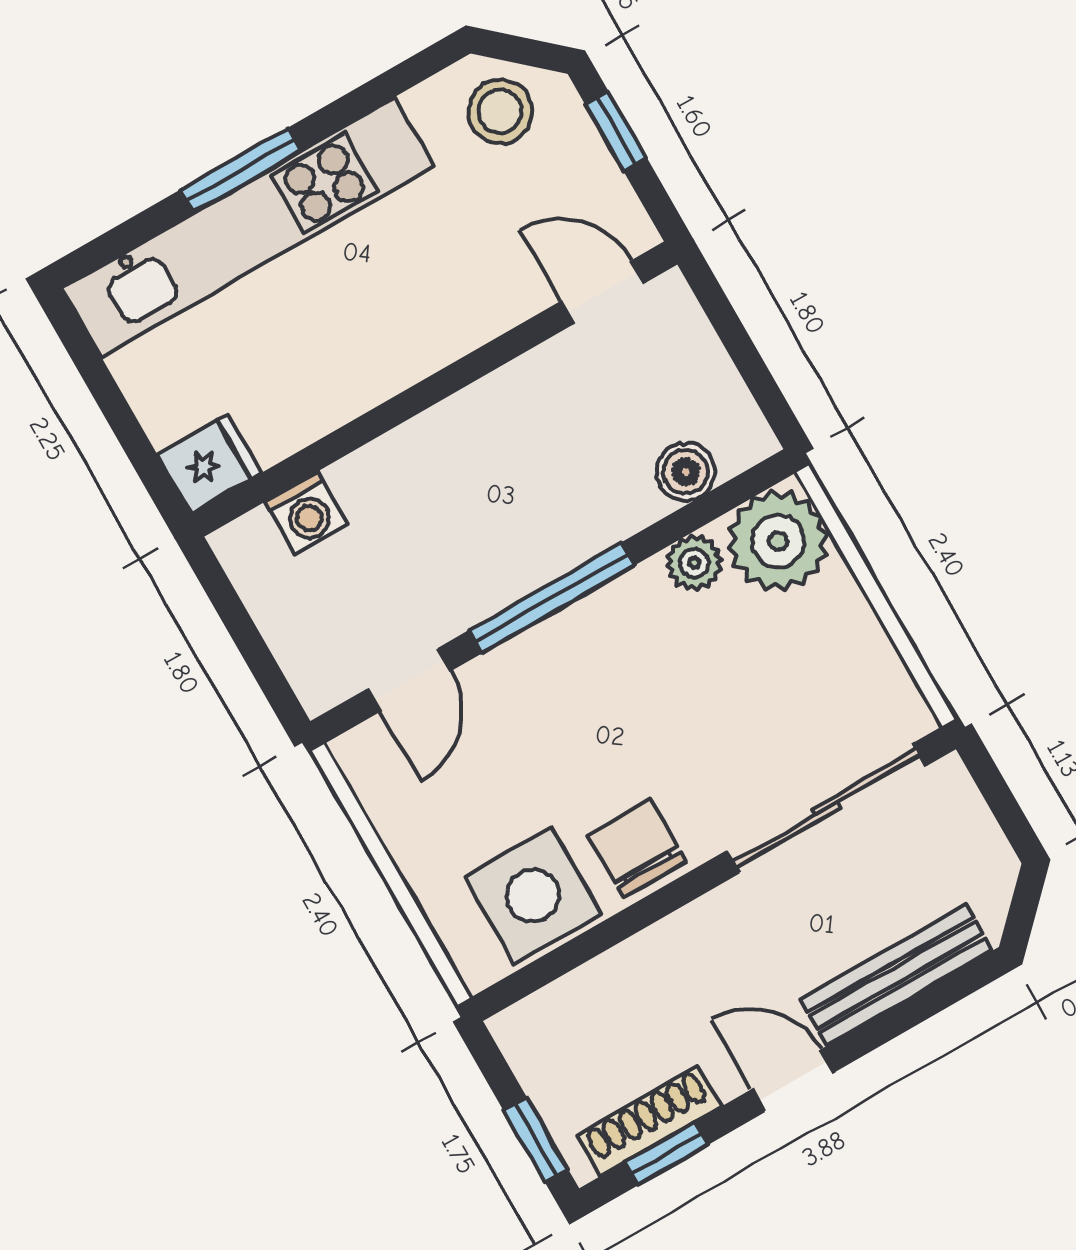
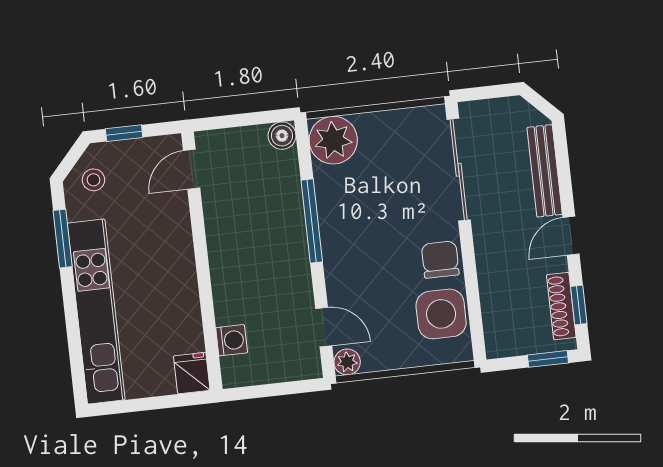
stool: (500, 111) -> (93, 180), width x0.73, depth x0.73
window: (241, 170) -> (63, 239), moved
boiler: (686, 472) -> (282, 136), moved
plant: (694, 563) -> (347, 362), moved
window: (551, 598) -> (312, 221), moved
chair: (637, 848) -> (440, 260), turned 90

